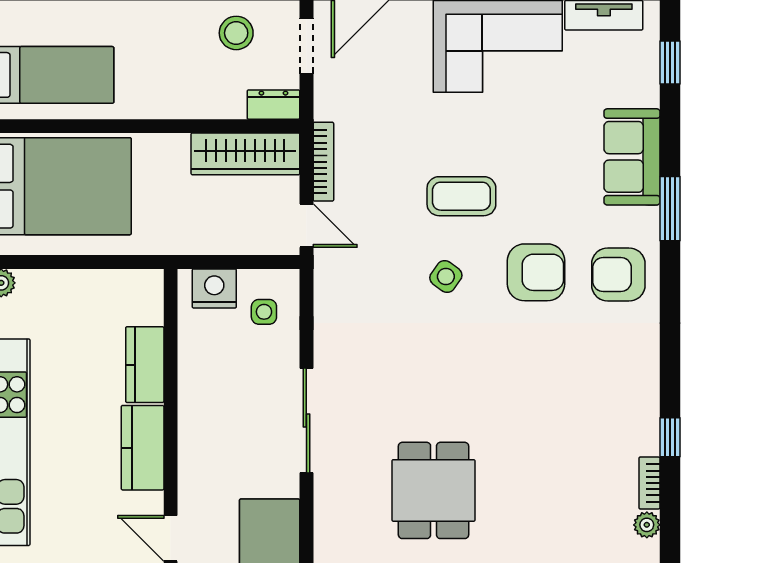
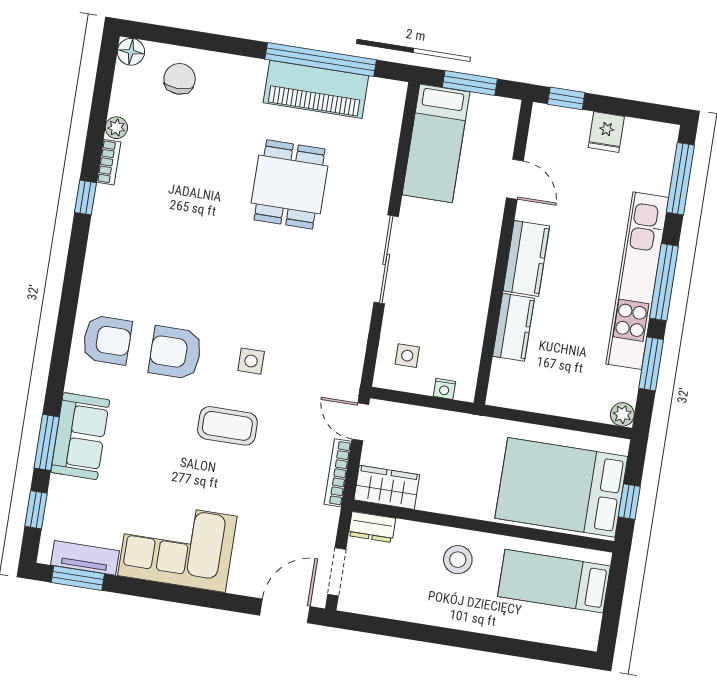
stool: (236, 33) -> (458, 560), moved
wardrobe: (245, 154) -> (387, 487), width x0.67
window: (670, 209) -> (47, 442), moved
side table: (446, 277) -> (251, 361), turned -36
nightstand: (214, 288) -> (444, 389), width x0.53, depth x0.56

